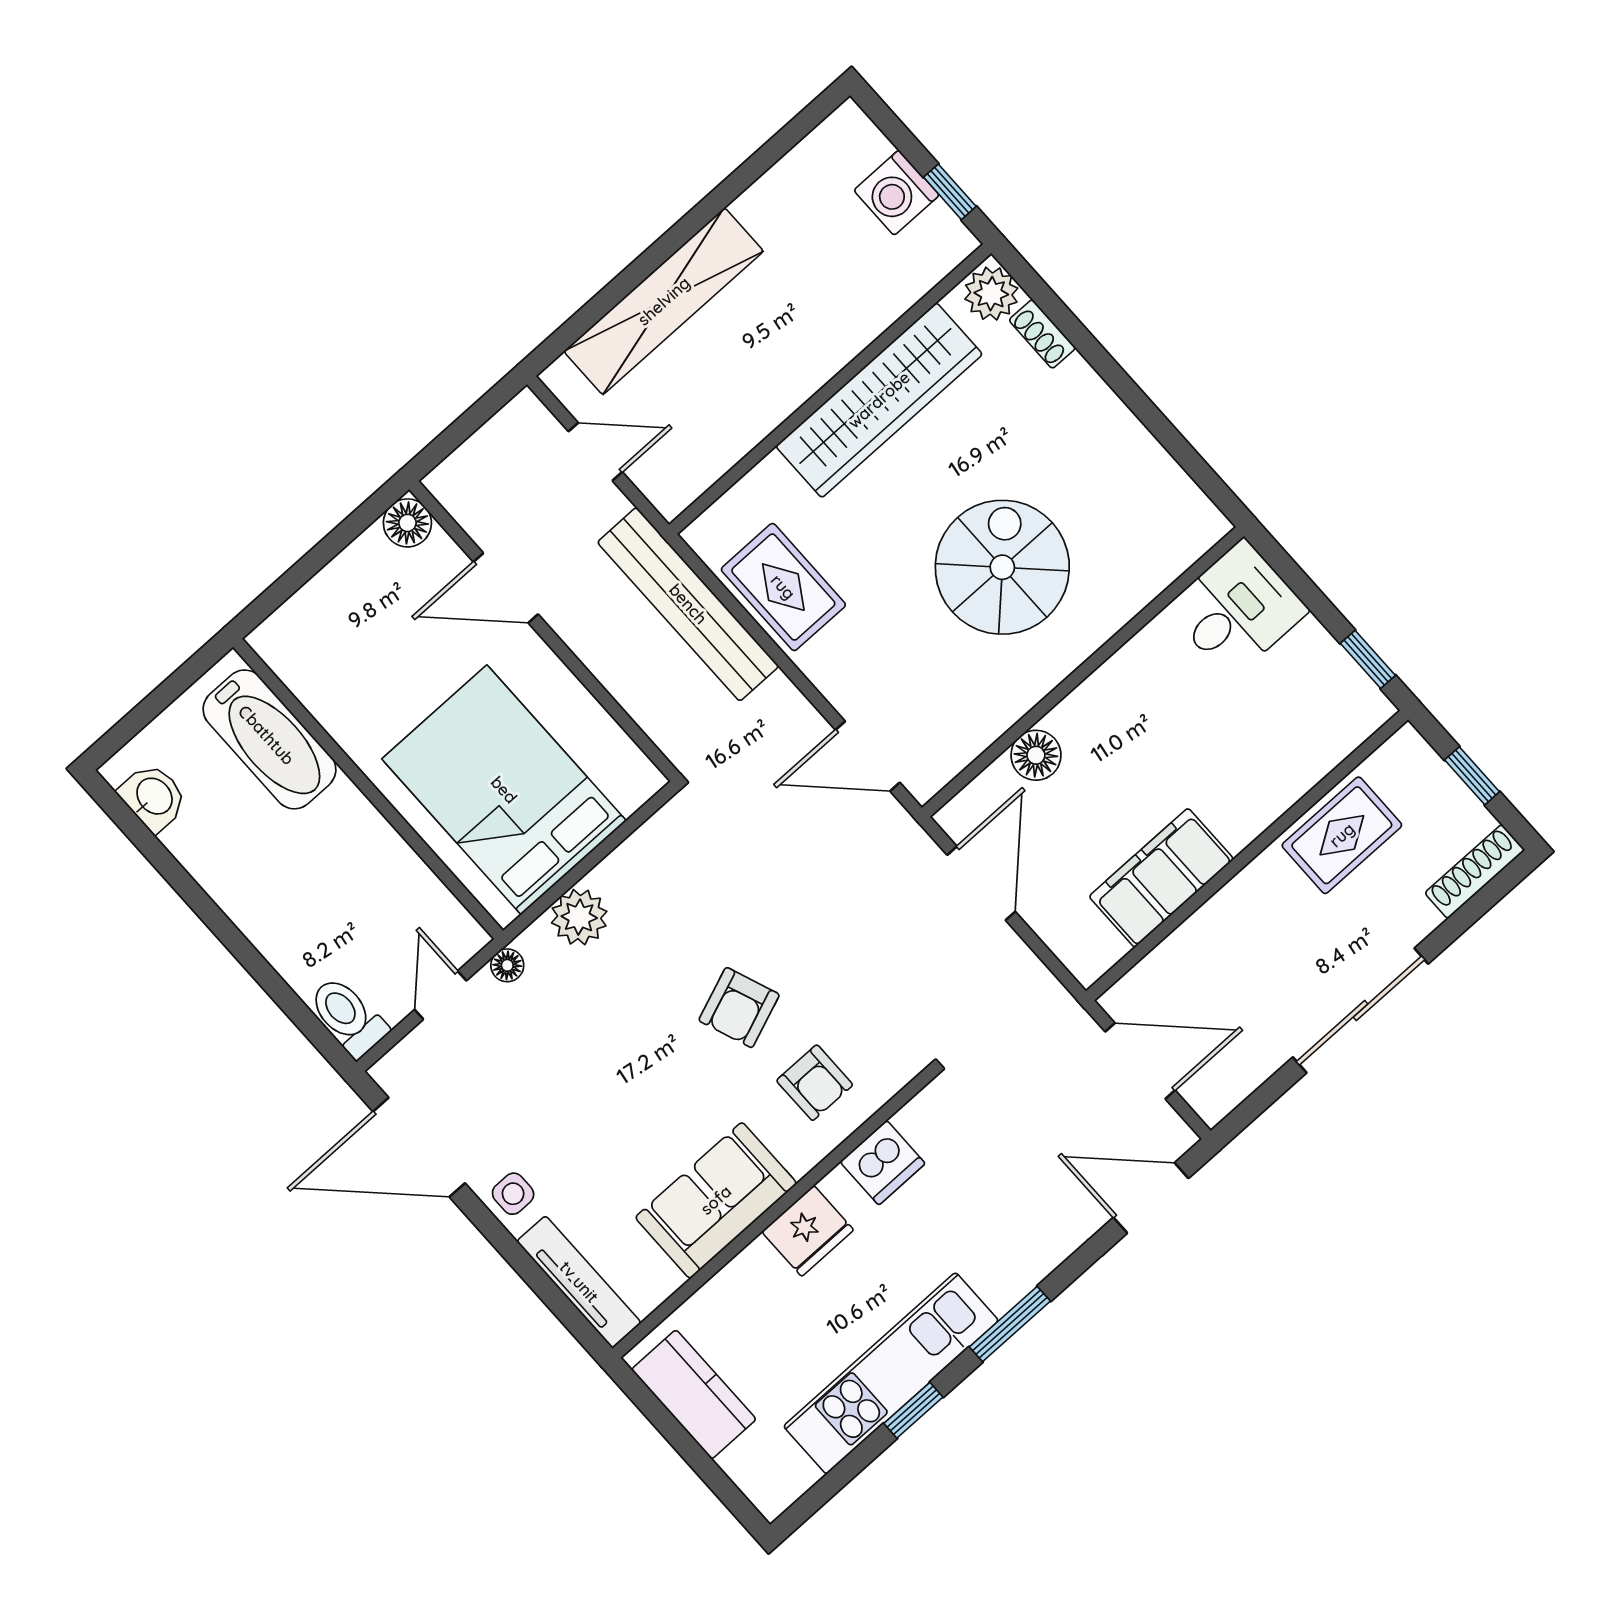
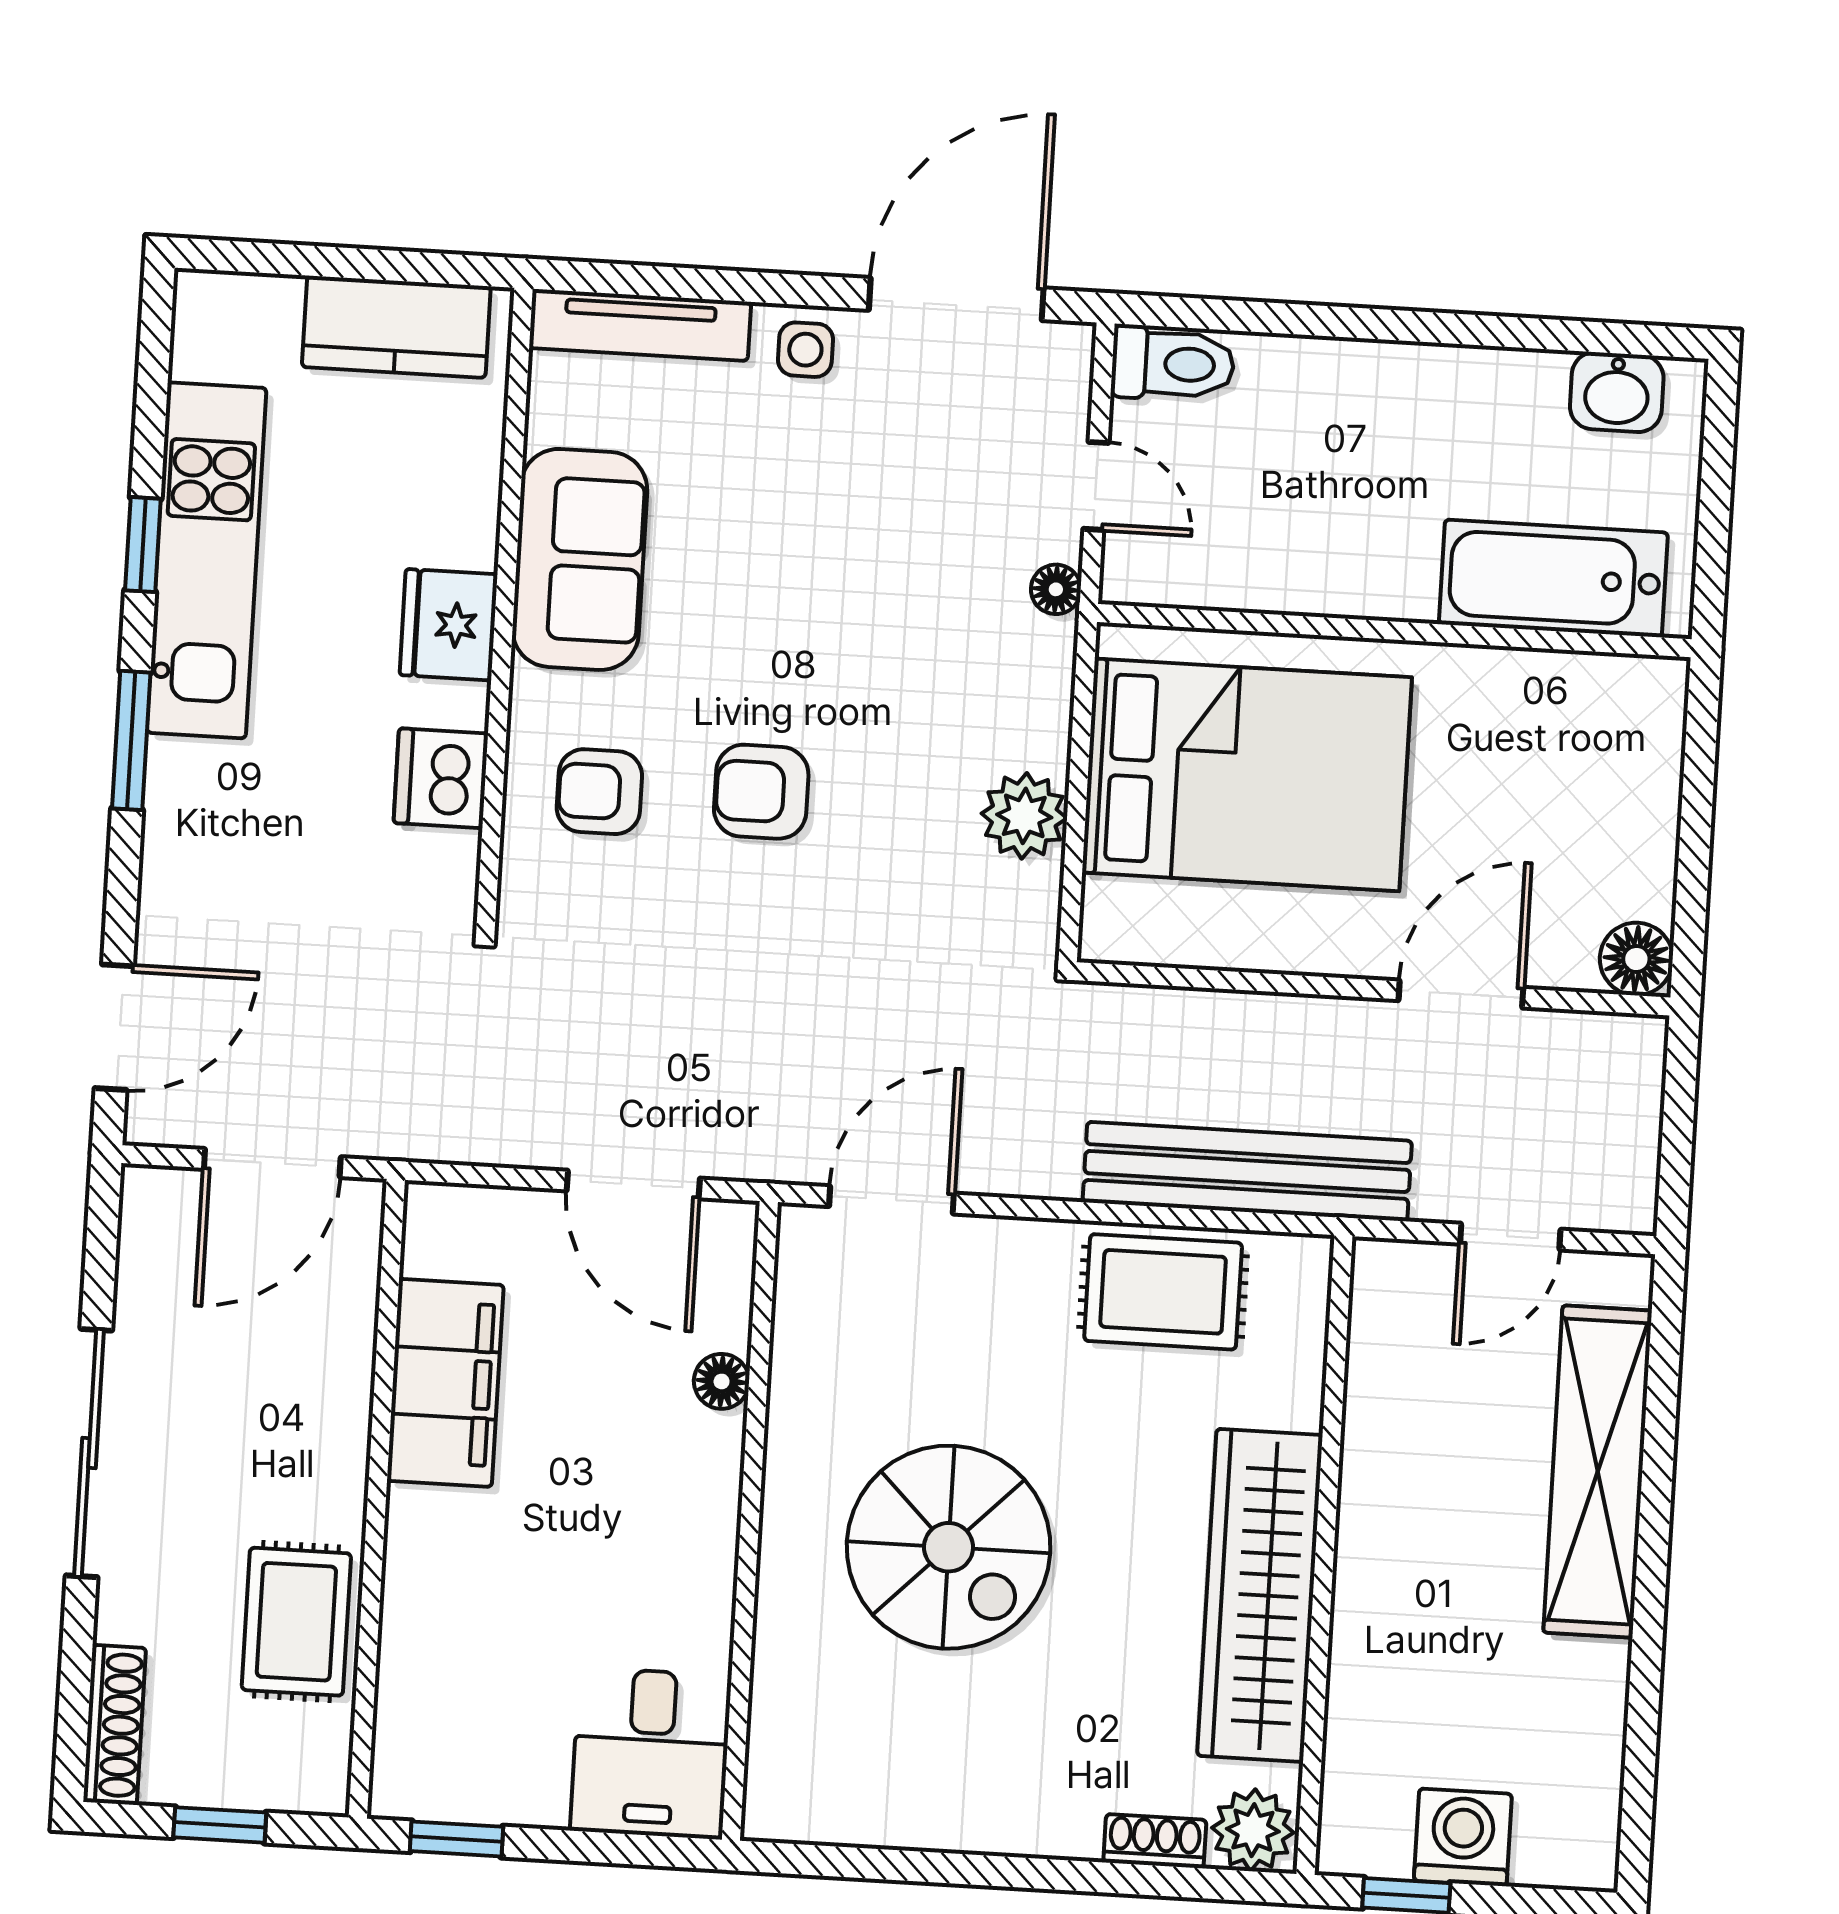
floor lamp: (1036, 755) -> (722, 1381), width x0.73, depth x0.73
plant: (579, 917) -> (1024, 816), moved
armchair: (739, 1008) -> (761, 792), turned -69

